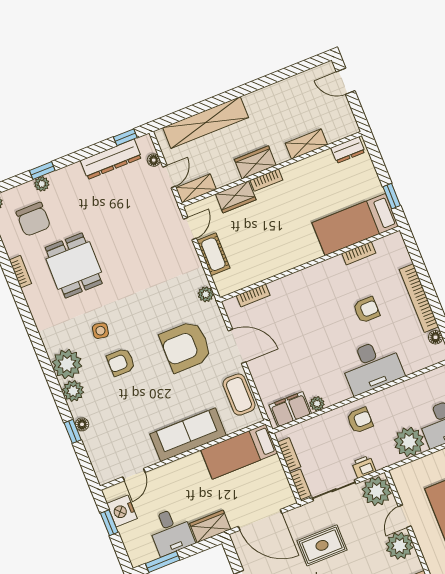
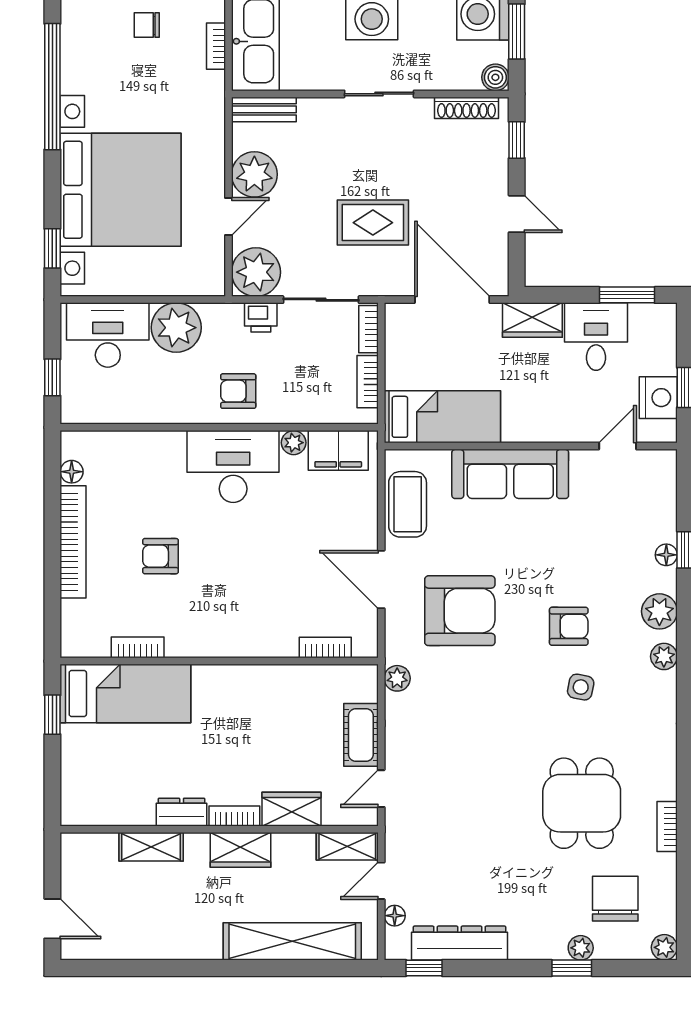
dresser: (348, 150) -> (182, 812), moved
plant: (67, 364) -> (664, 656), width x0.53, depth x0.53
desk: (372, 366) -> (233, 467), moved

